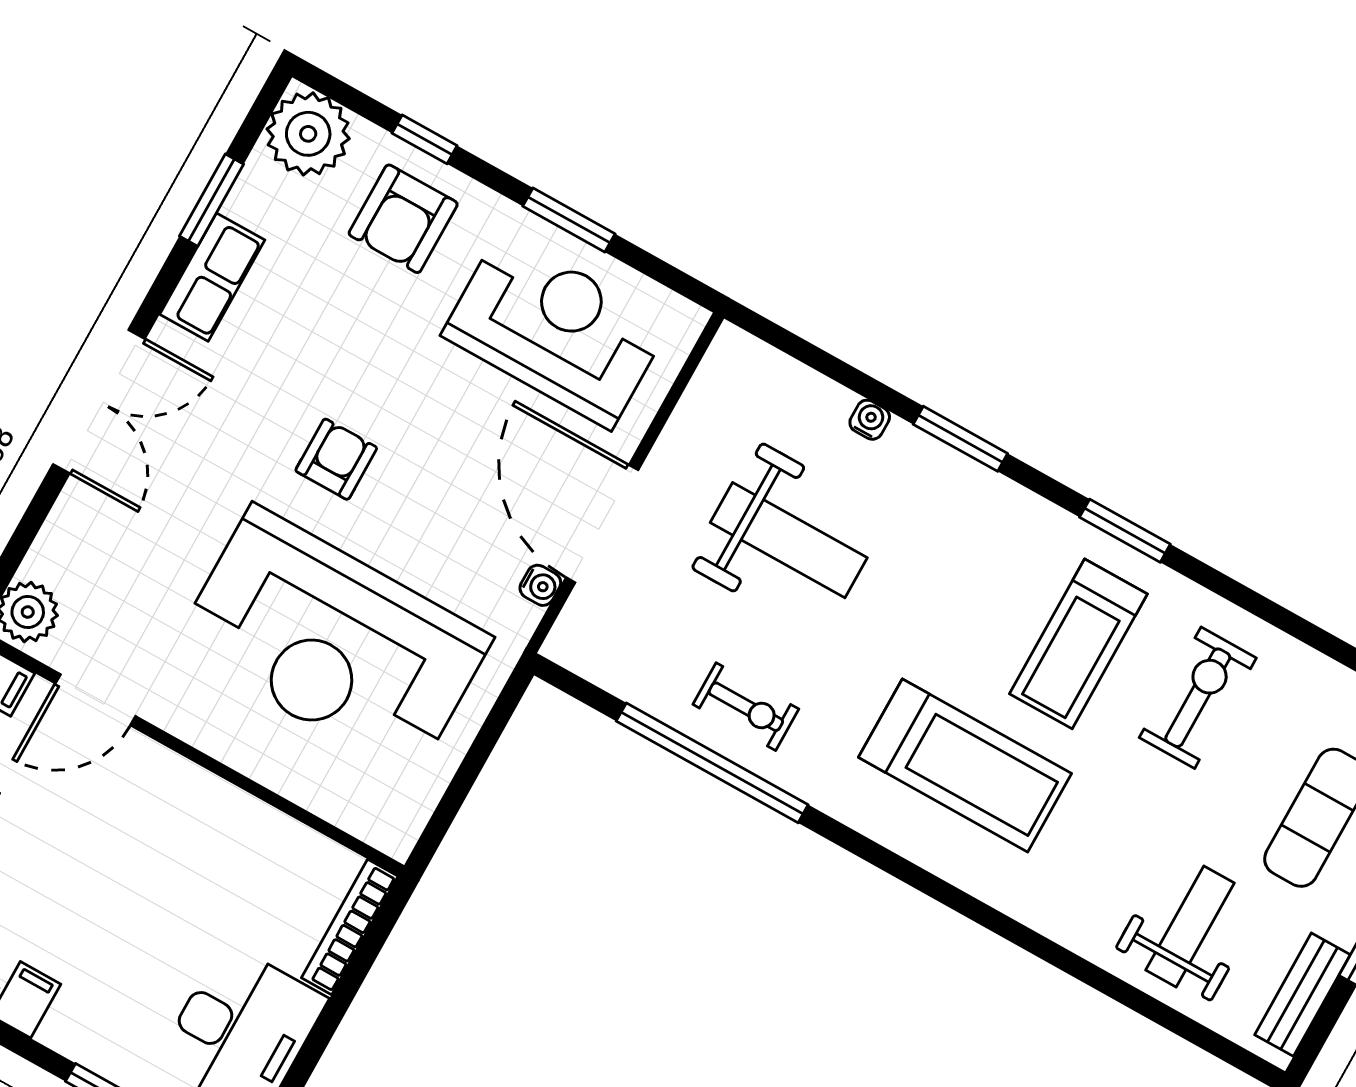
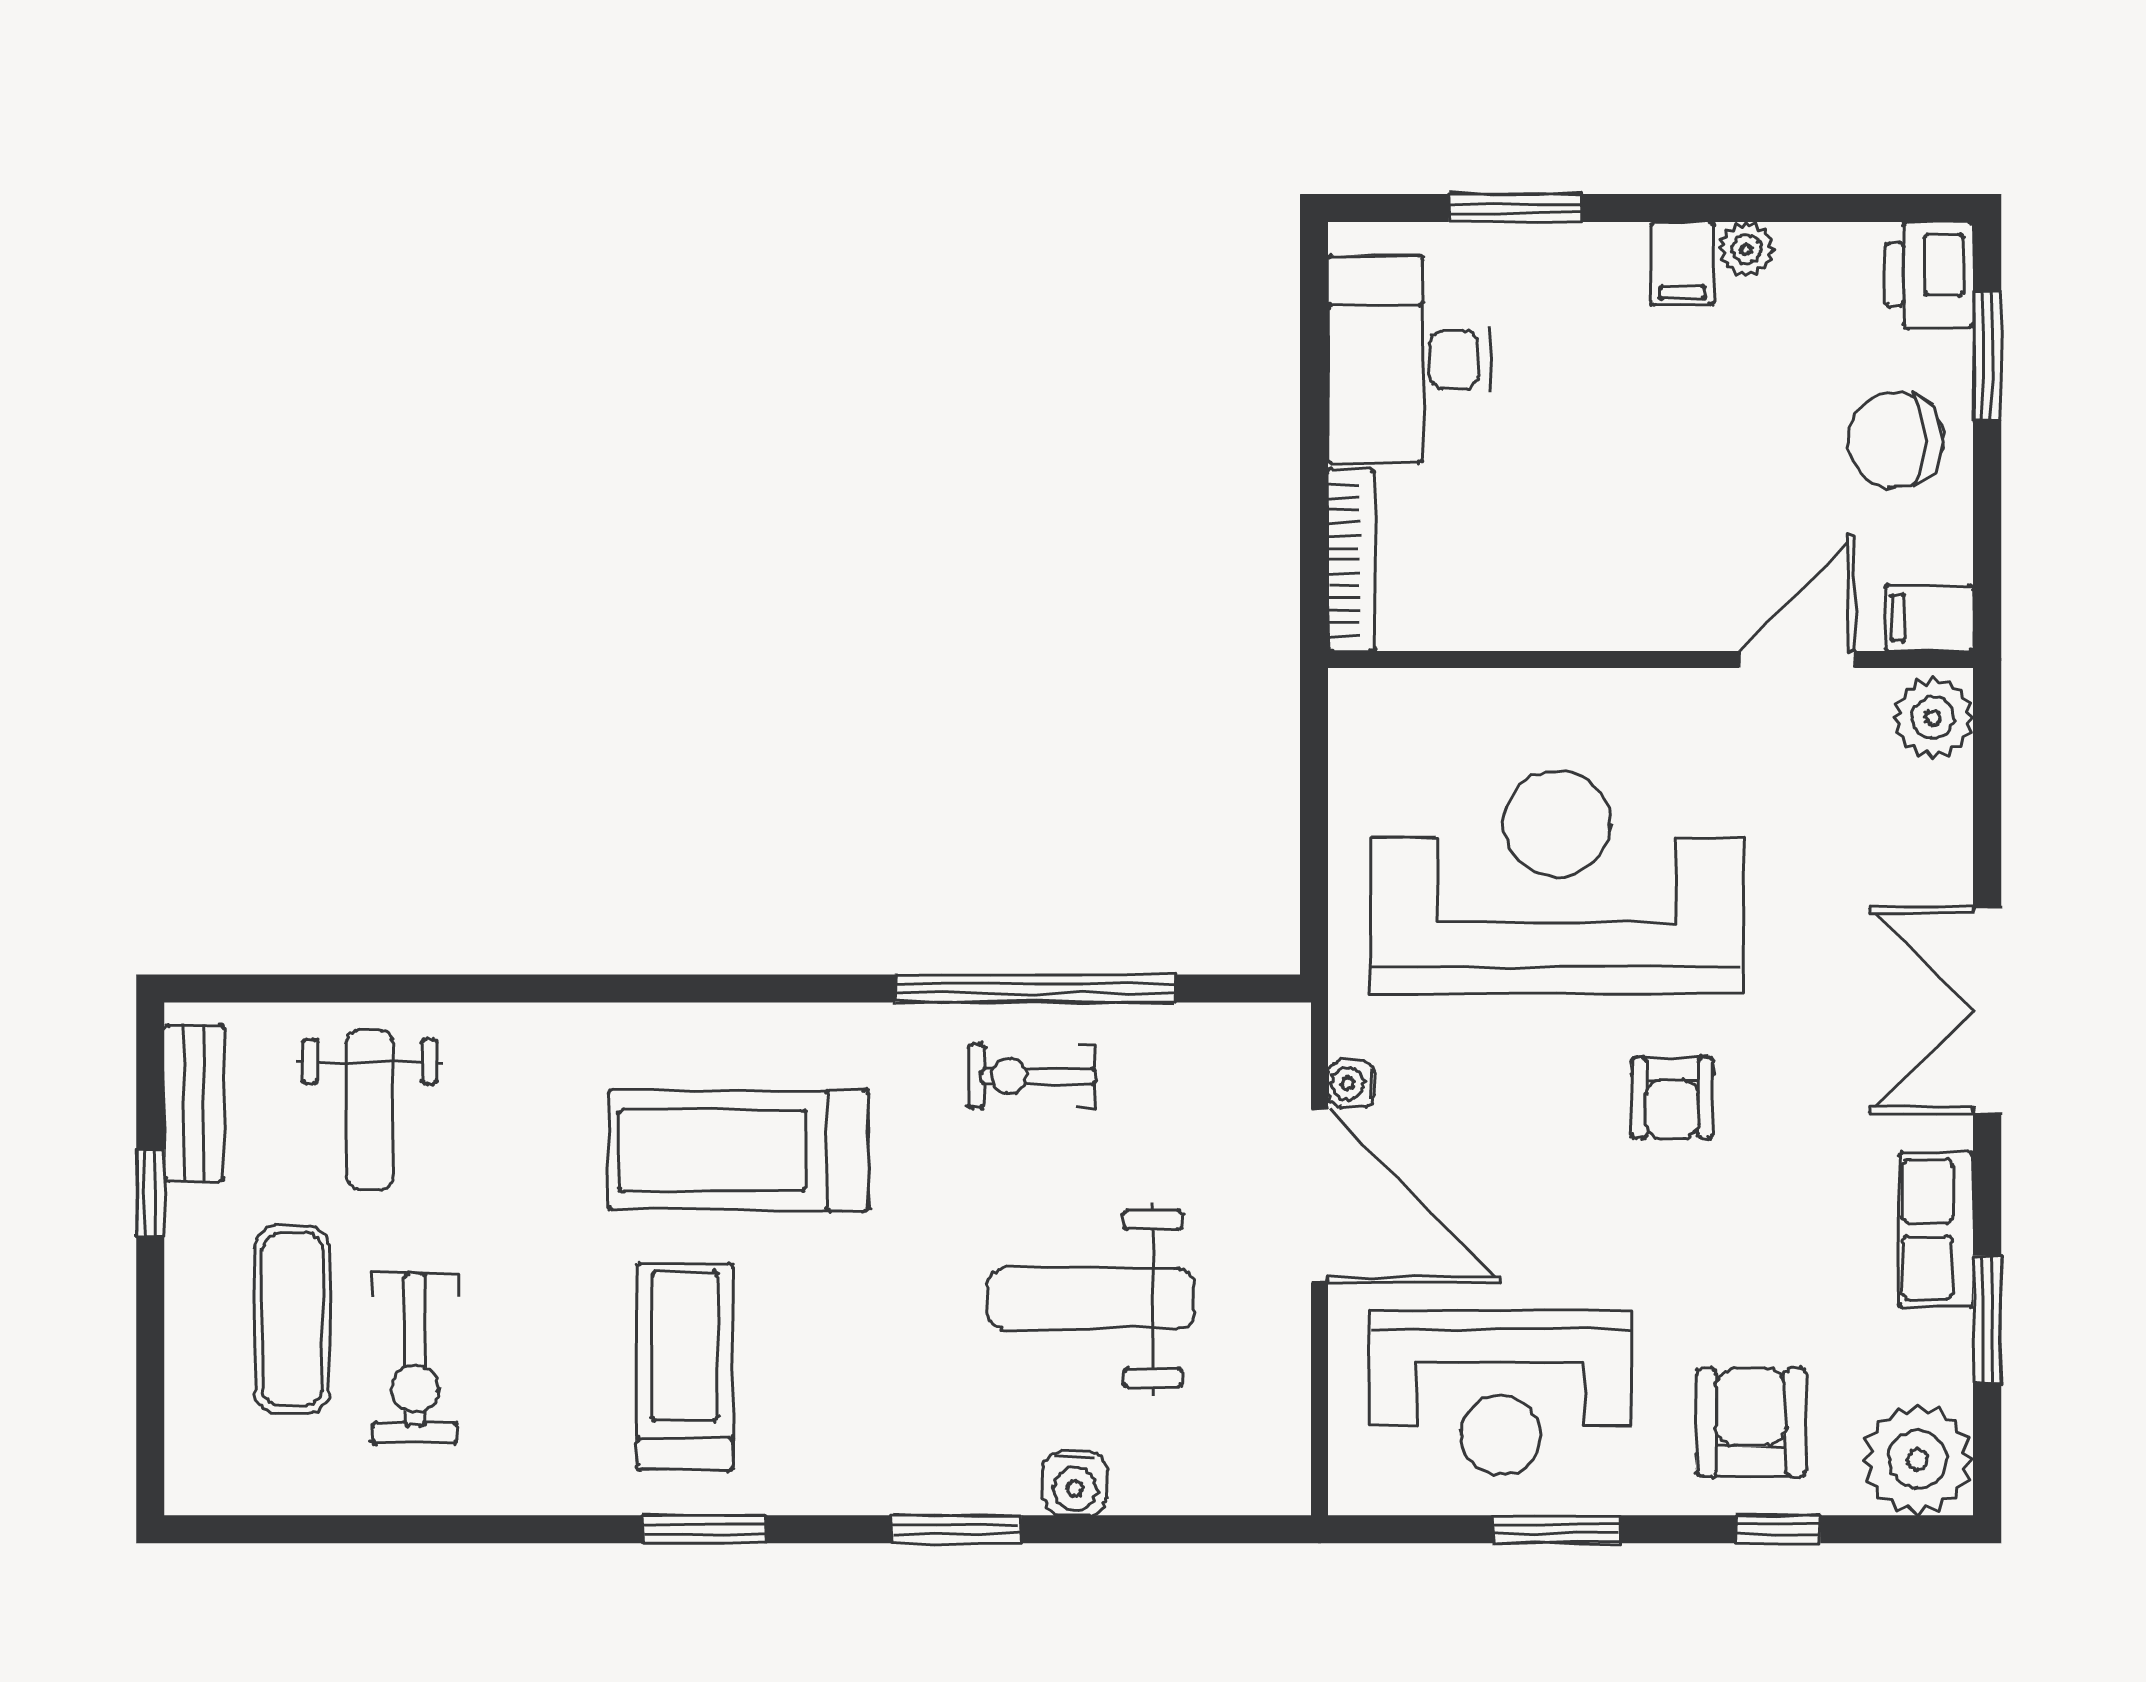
water cooler: (870, 420) -> (1075, 1483), width x1.38, depth x1.38
exercise bike: (1198, 698) -> (415, 1358), moved

